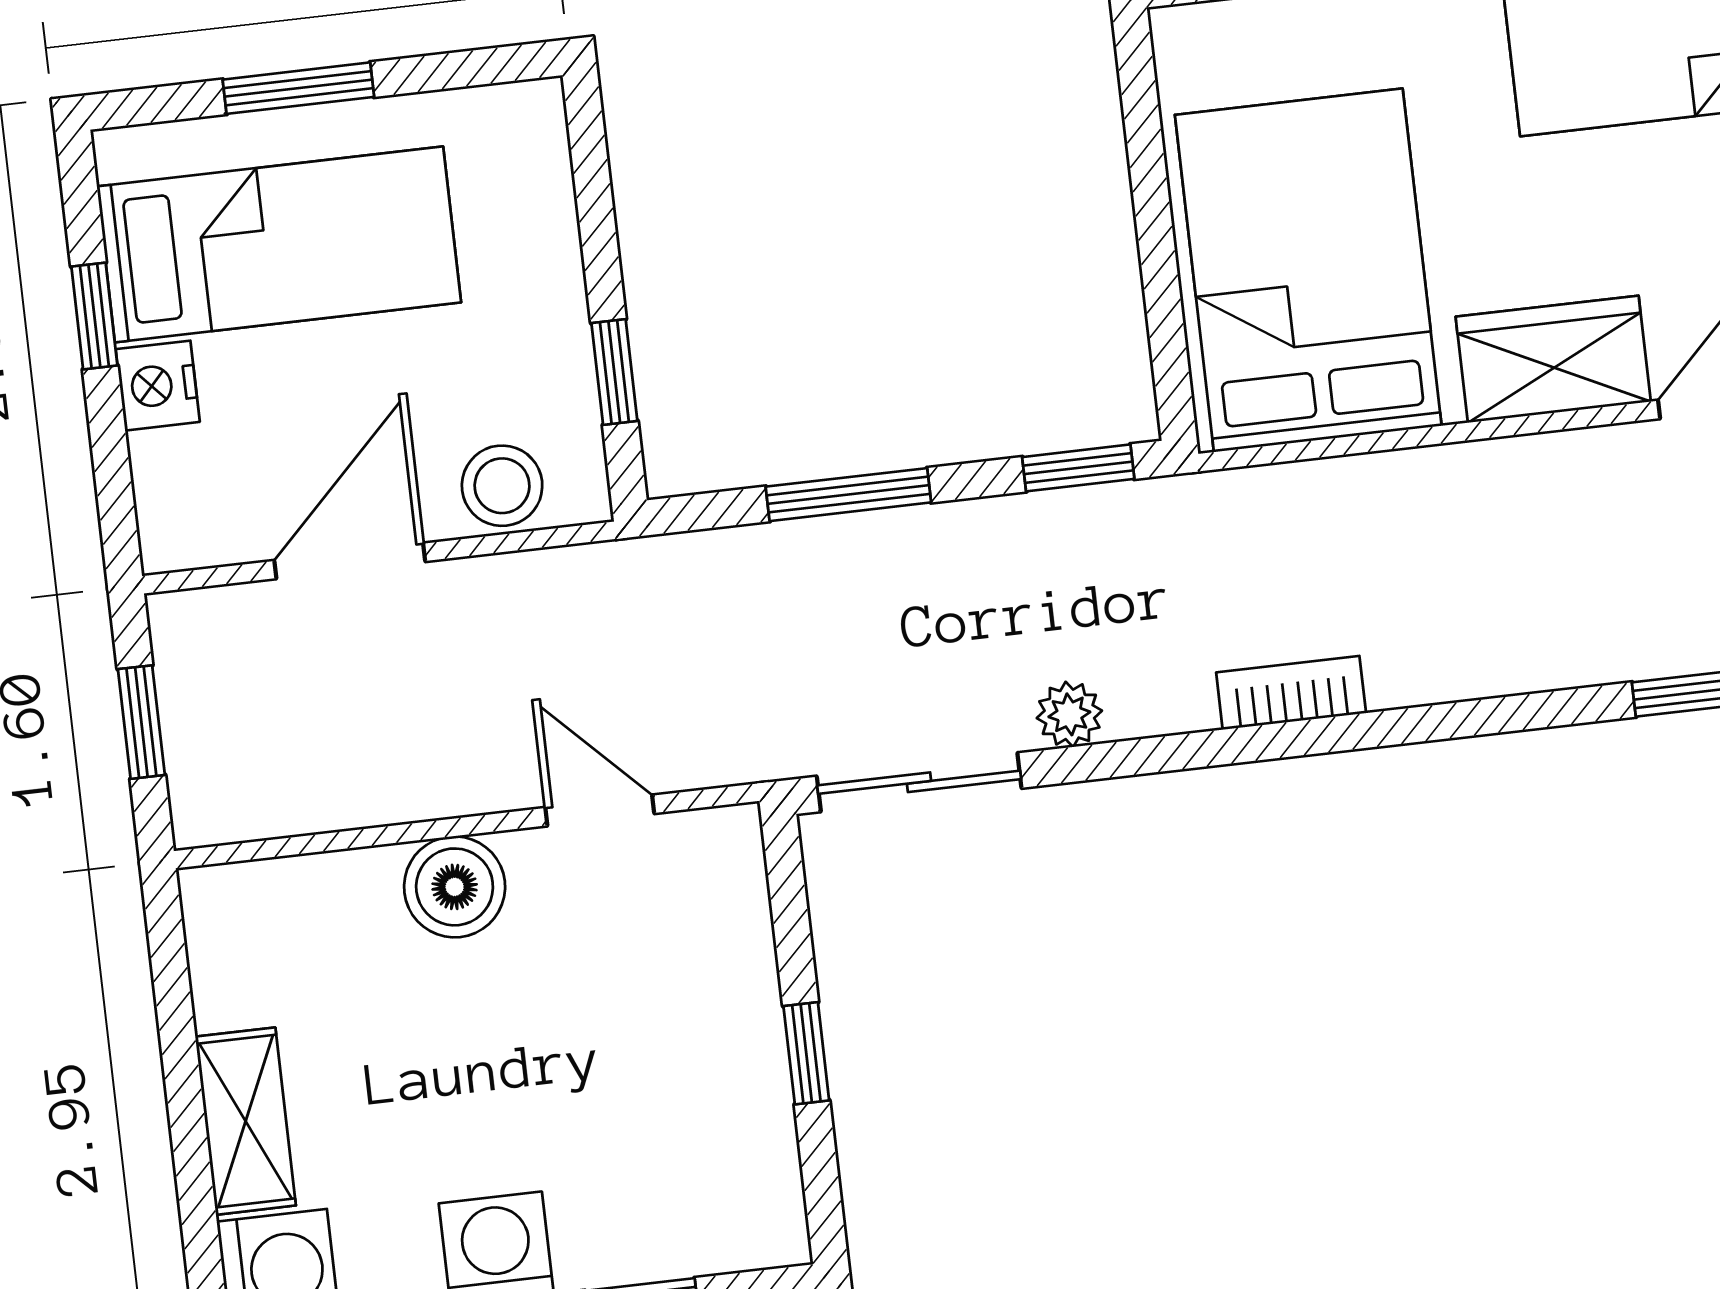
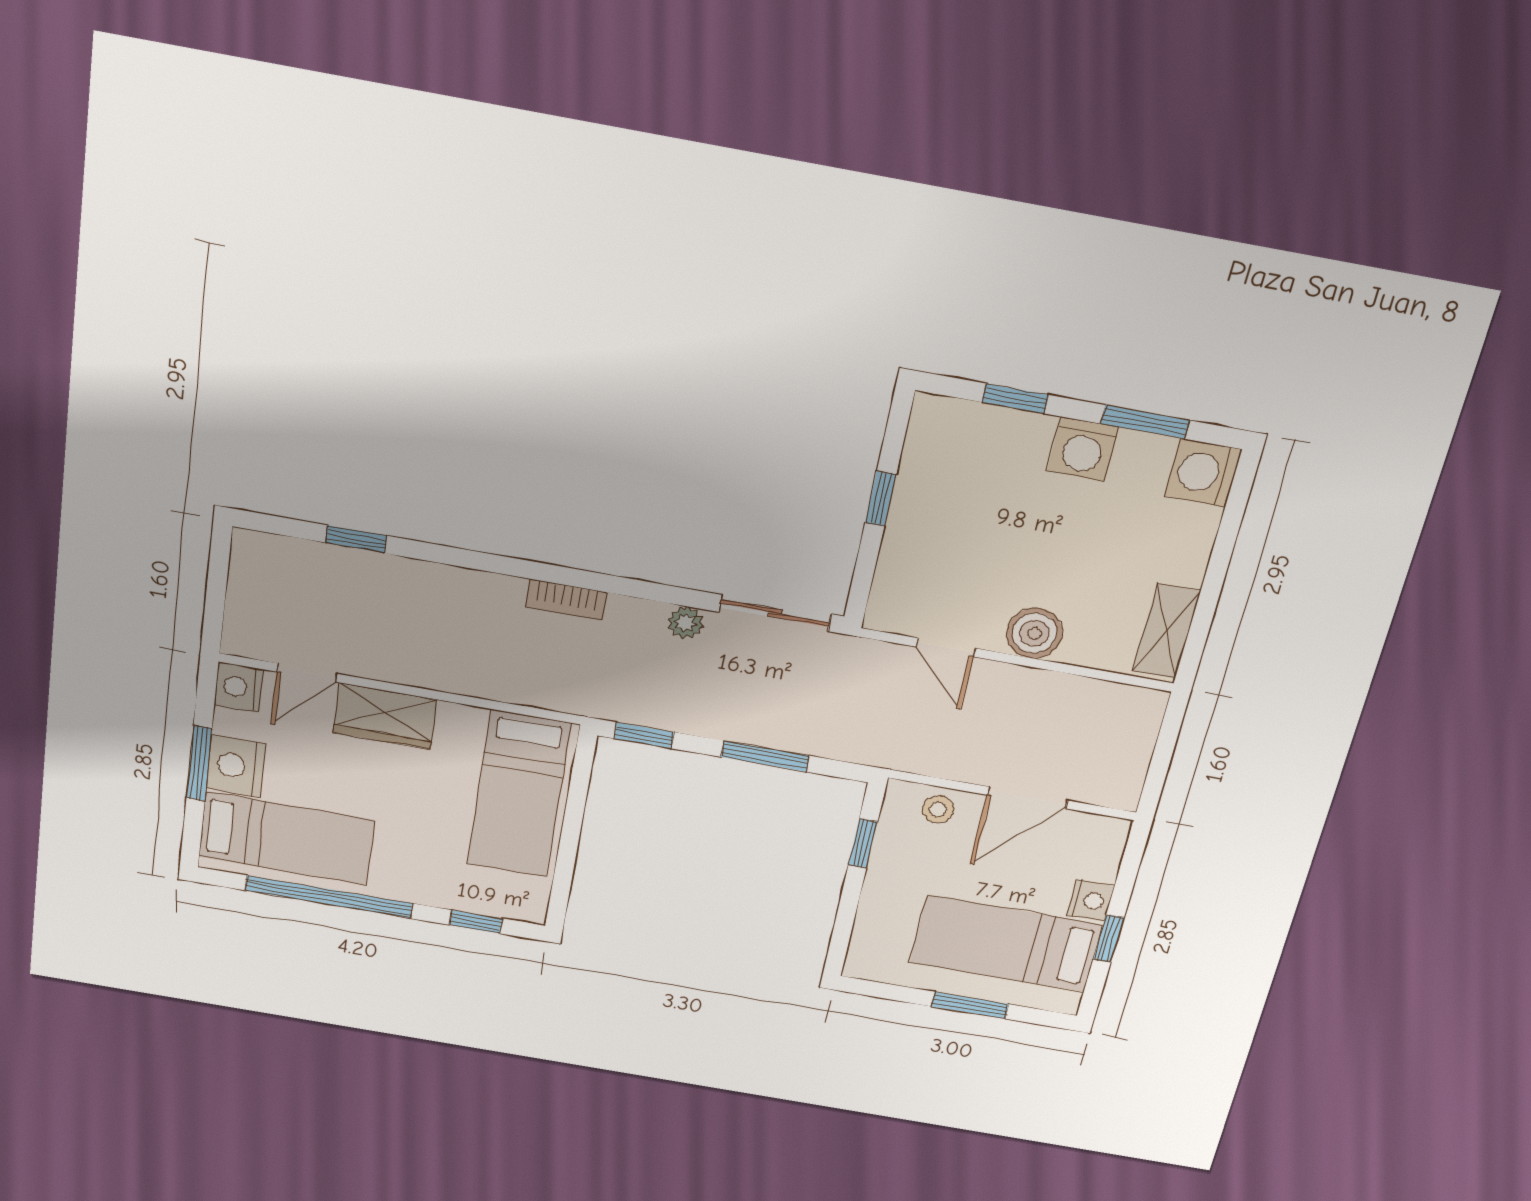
bed: (1308, 270) -> (519, 794), width x0.67
stool: (502, 486) -> (938, 809), width x0.73, depth x0.73
window: (141, 722) -> (1162, 755), removed
shelving: (246, 1121) -> (1167, 631), moved

